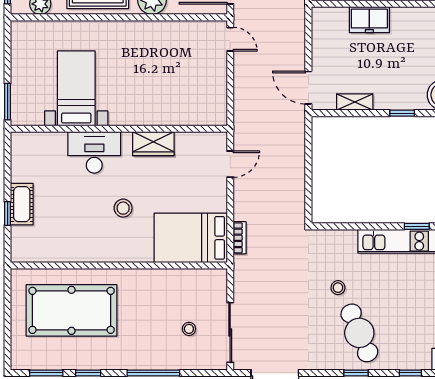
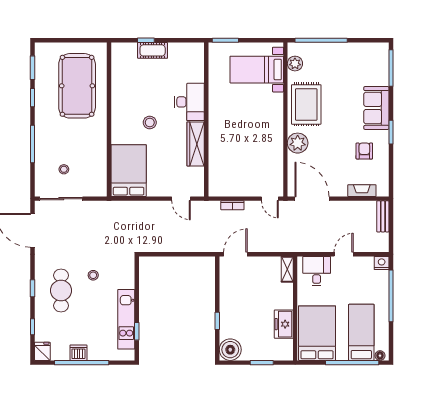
freezer: (369, 20) -> (284, 324), moved
door: (230, 39) -> (270, 199), hinge flipped
bed with nightstands: (76, 88) -> (257, 70), moved, turned 180
shelving: (355, 102) -> (287, 269), moved
wardrobe: (153, 144) -> (196, 144), width x1.50
bookcase: (240, 238) -> (232, 205), moved
cafe table: (359, 333) -> (61, 290), turned -67

